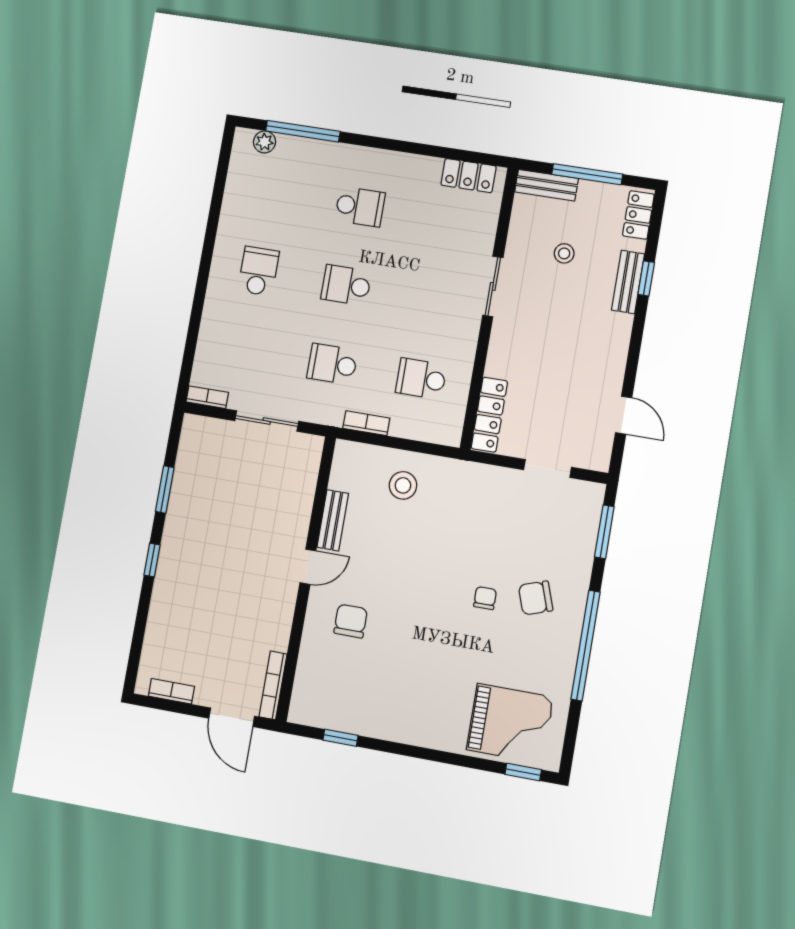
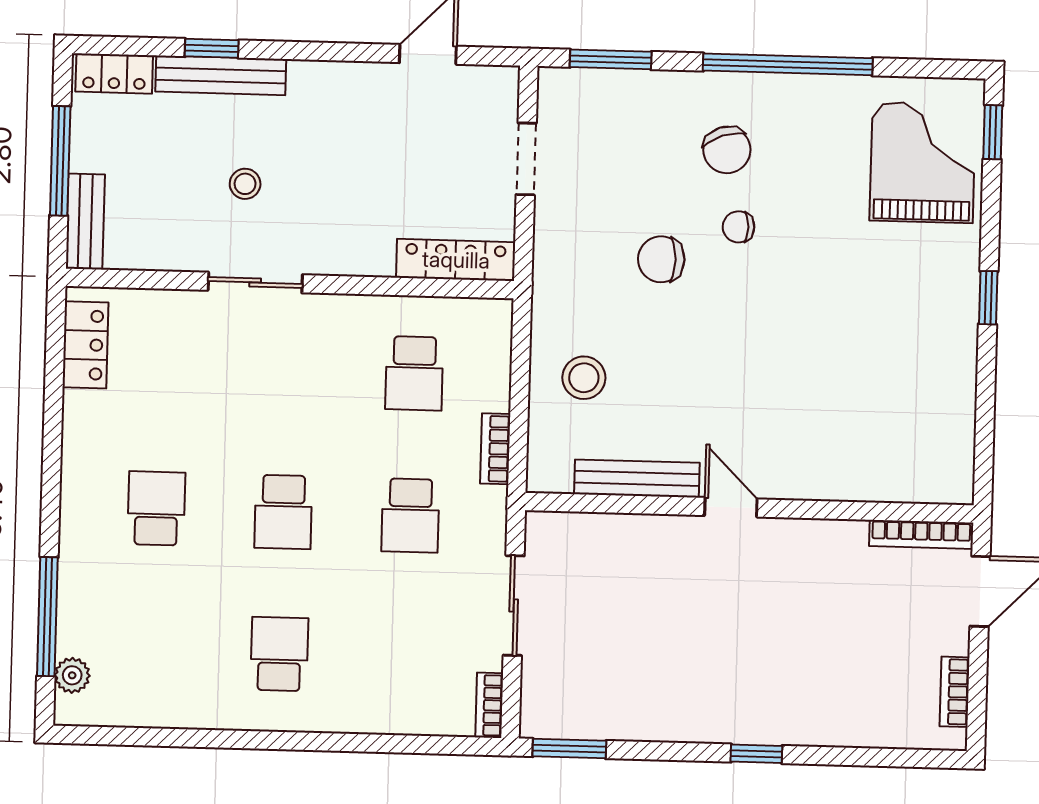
stool: (564, 253) -> (245, 184), moved
school desk: (258, 271) -> (279, 654), turned 90
bench: (628, 282) -> (221, 75), width x1.36
window: (165, 490) -> (569, 749), moved
bench: (333, 520) -> (637, 478), width x1.36
chair: (351, 621) -> (661, 259), moved
window: (340, 738) -> (988, 298), moved

